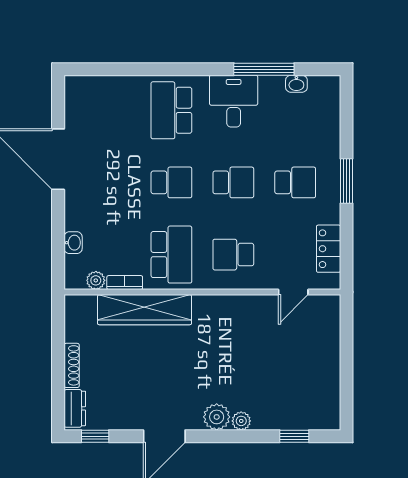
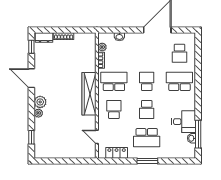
window: (264, 69) -> (198, 134), moved
desk: (234, 101) -> (184, 122), moved
school desk: (110, 110) -> (179, 53), added
school desk: (171, 182) -> (147, 81), turned 180
school desk: (295, 182) -> (147, 138), width x1.85
school desk: (171, 255) -> (114, 81), turned 180
wardrobe: (145, 310) -> (89, 94), moved

